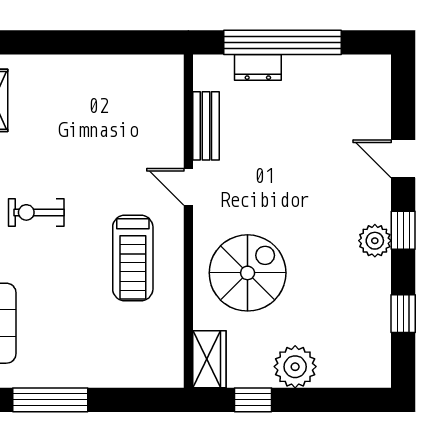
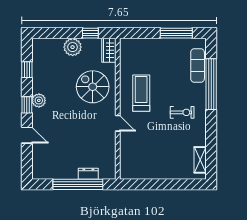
bench: (206, 126) -> (110, 149), removed
spiral stairs: (248, 273) -> (93, 87), turned 90

